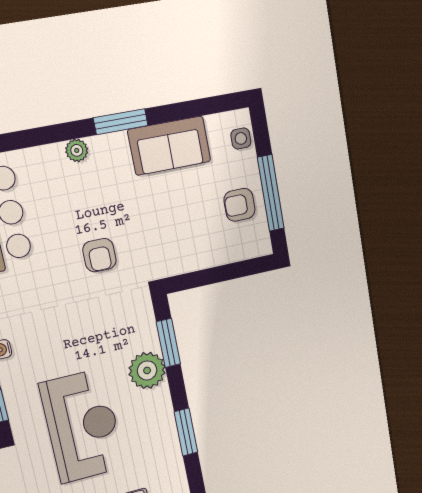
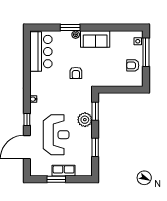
window: (121, 122) -> (70, 28), moved
sofa: (169, 146) -> (95, 39), moved
window: (271, 193) -> (146, 52), moved

